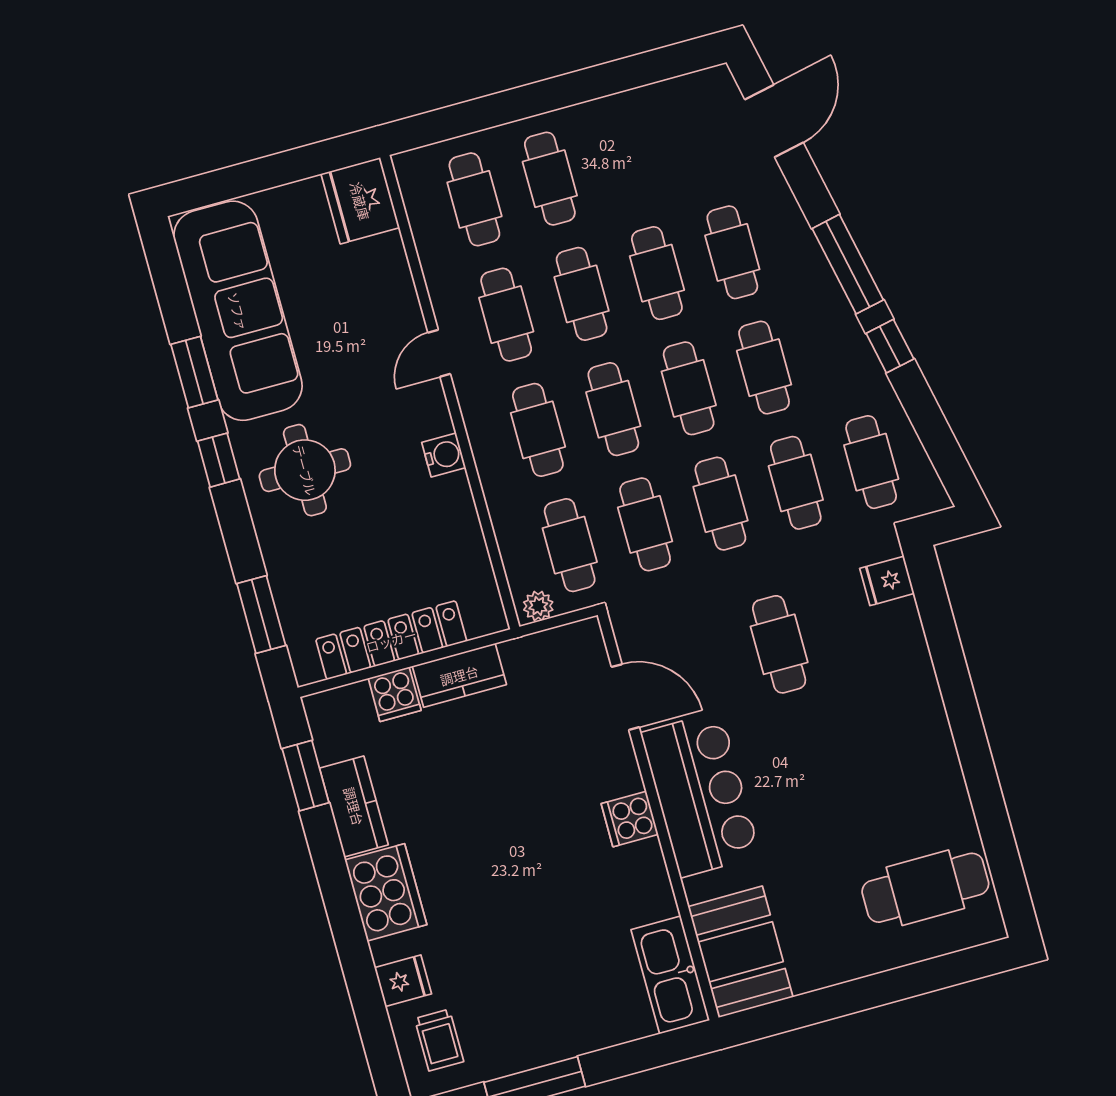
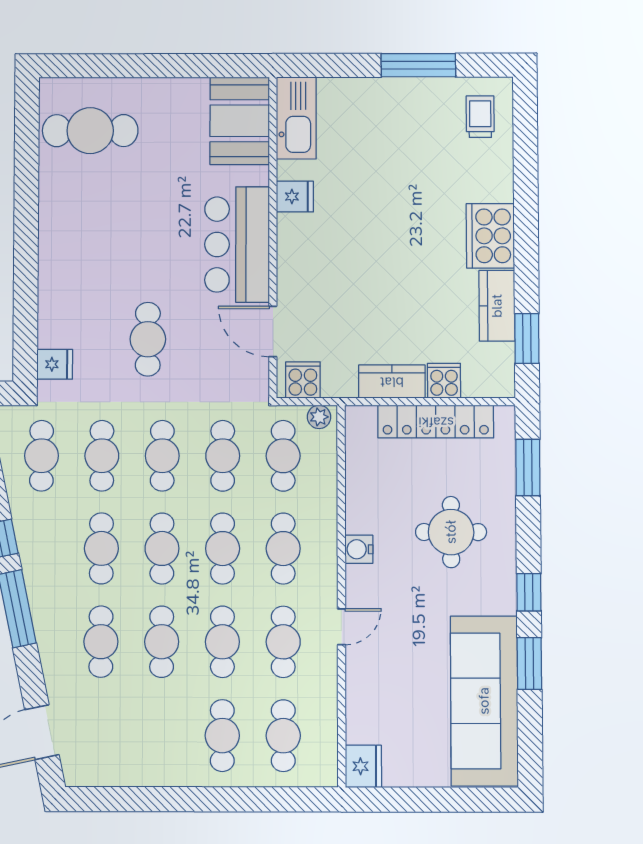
fridge: (360, 201) -> (363, 766), width x0.73, depth x0.75
round table: (305, 470) -> (451, 532), moved
cooker: (630, 819) -> (303, 380), moved, turned -90
fridge: (403, 981) -> (295, 197), moved, turned 180

